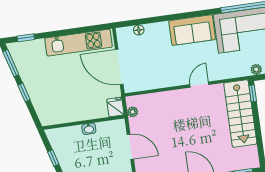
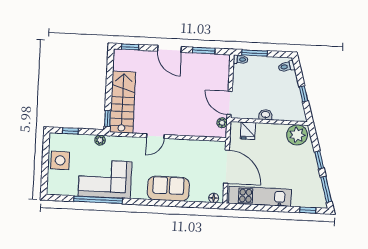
floor lamp: (139, 30) -> (214, 198), moved
sofa: (192, 30) -> (168, 189), moved
fridge: (115, 107) -> (248, 131), moved
plant: (52, 114) -> (297, 135), added
door: (130, 147) -> (230, 103), moved

